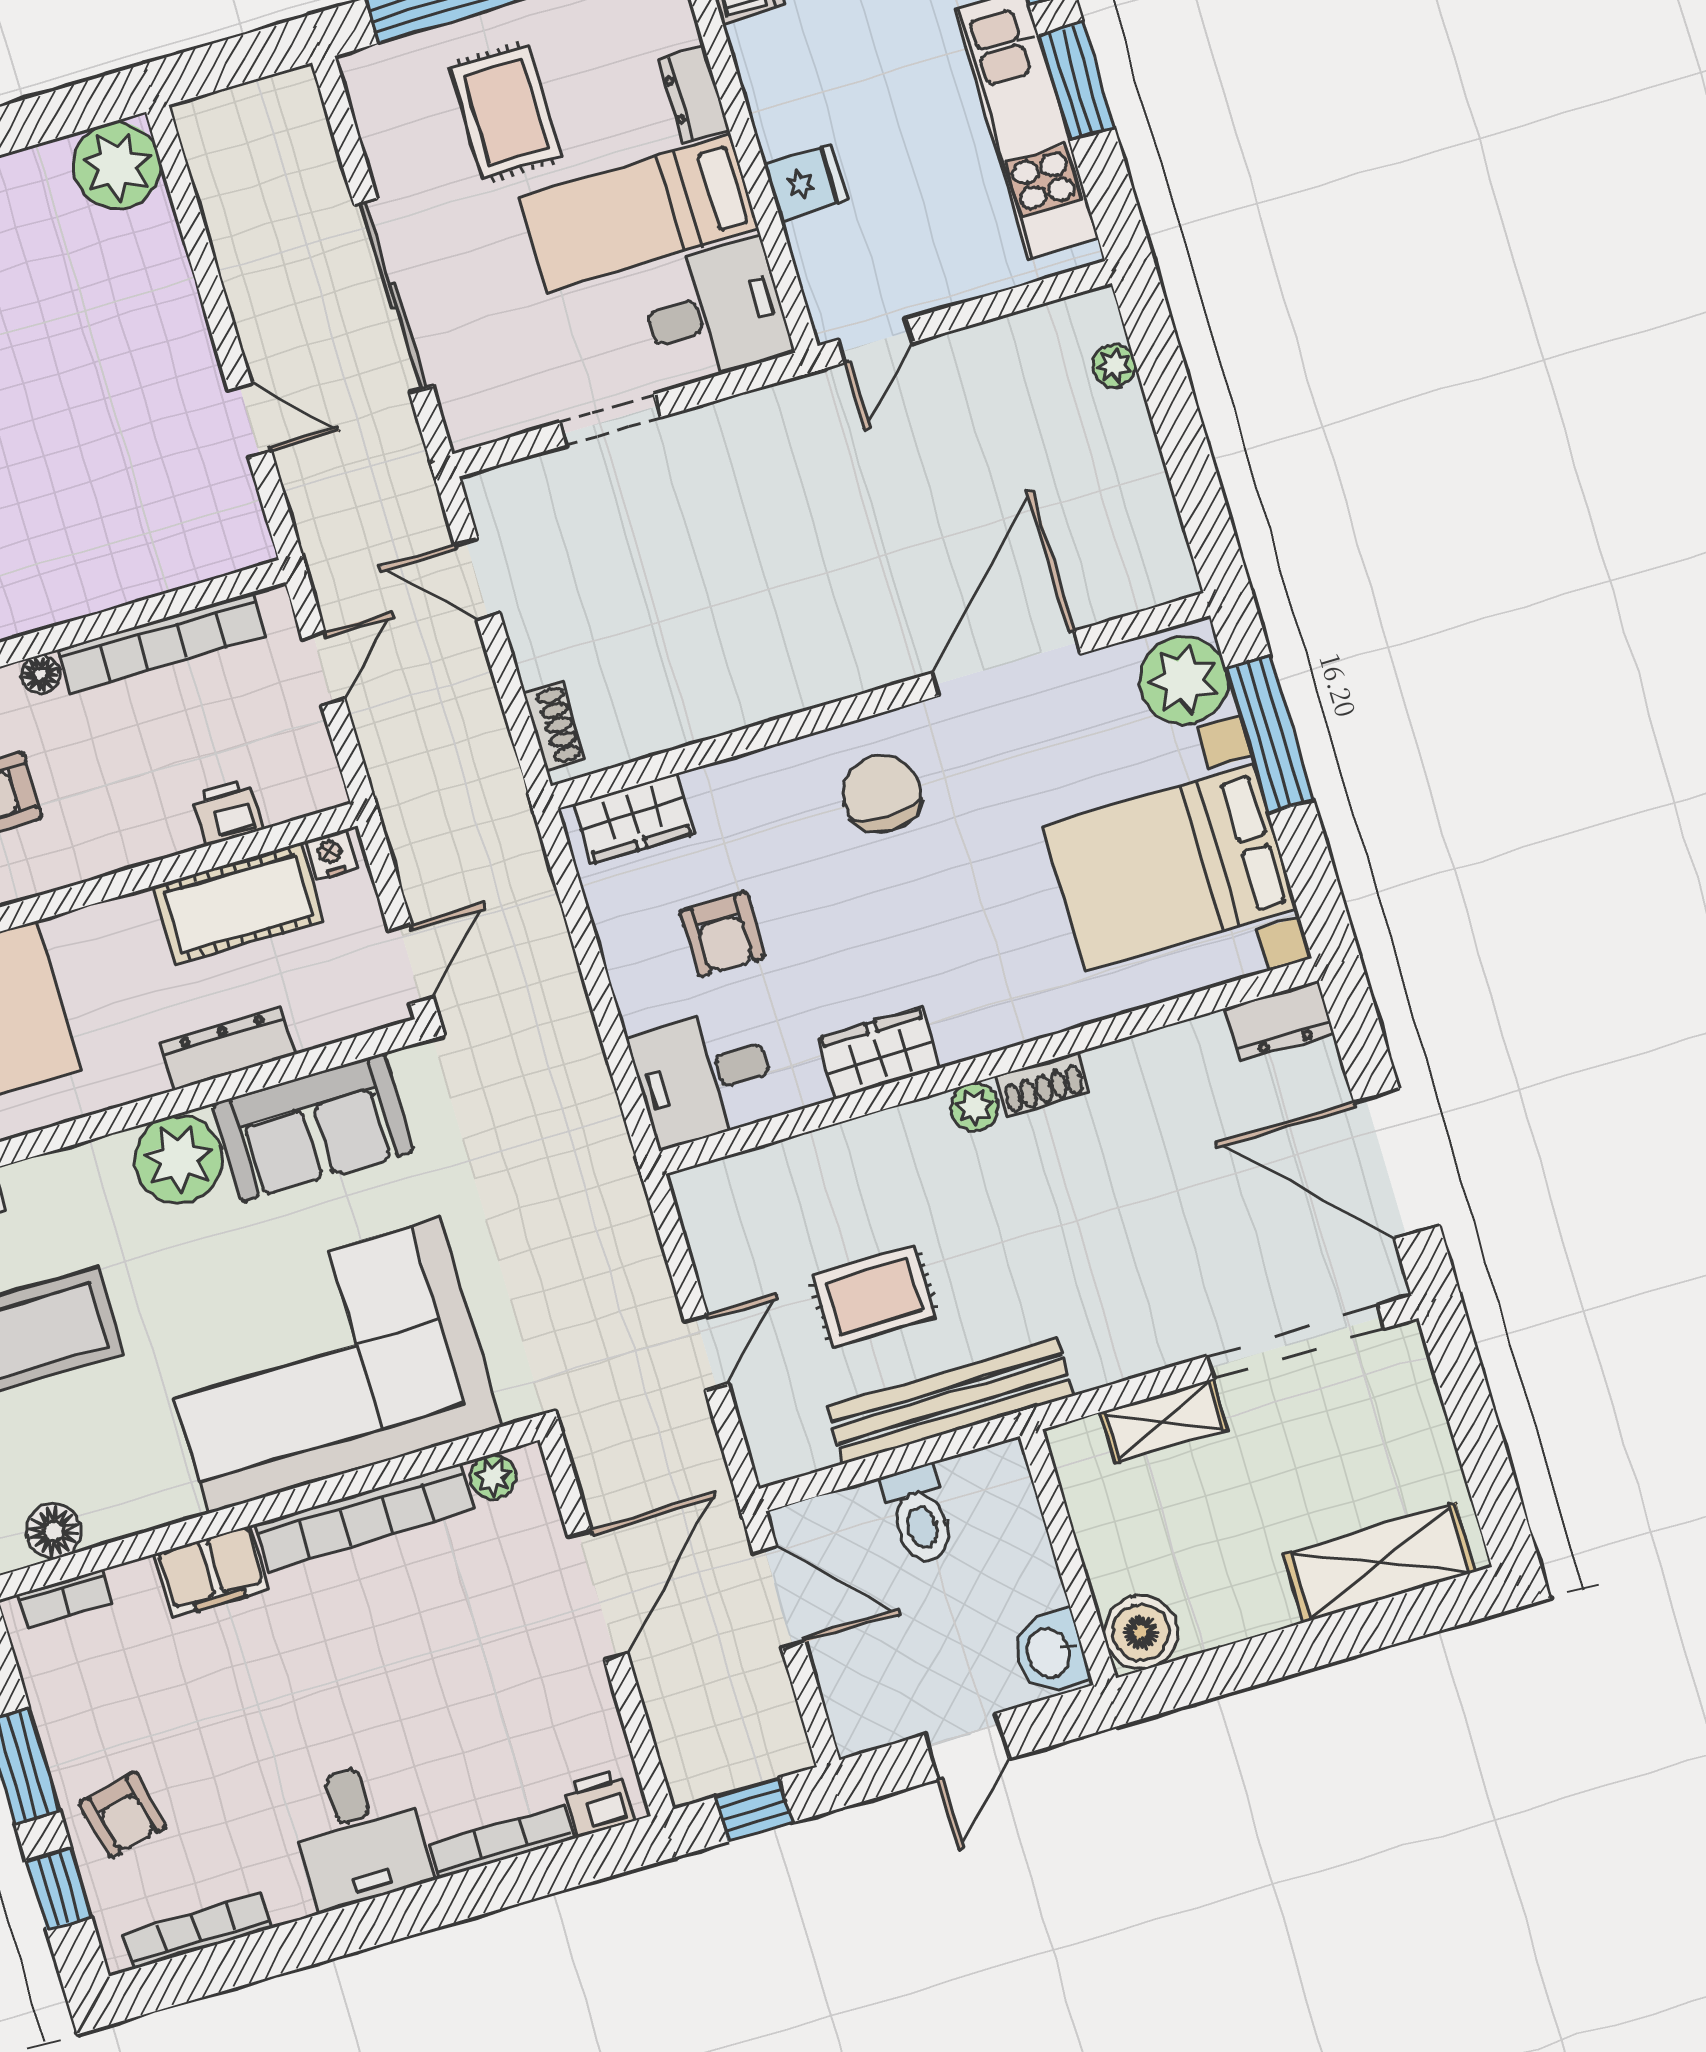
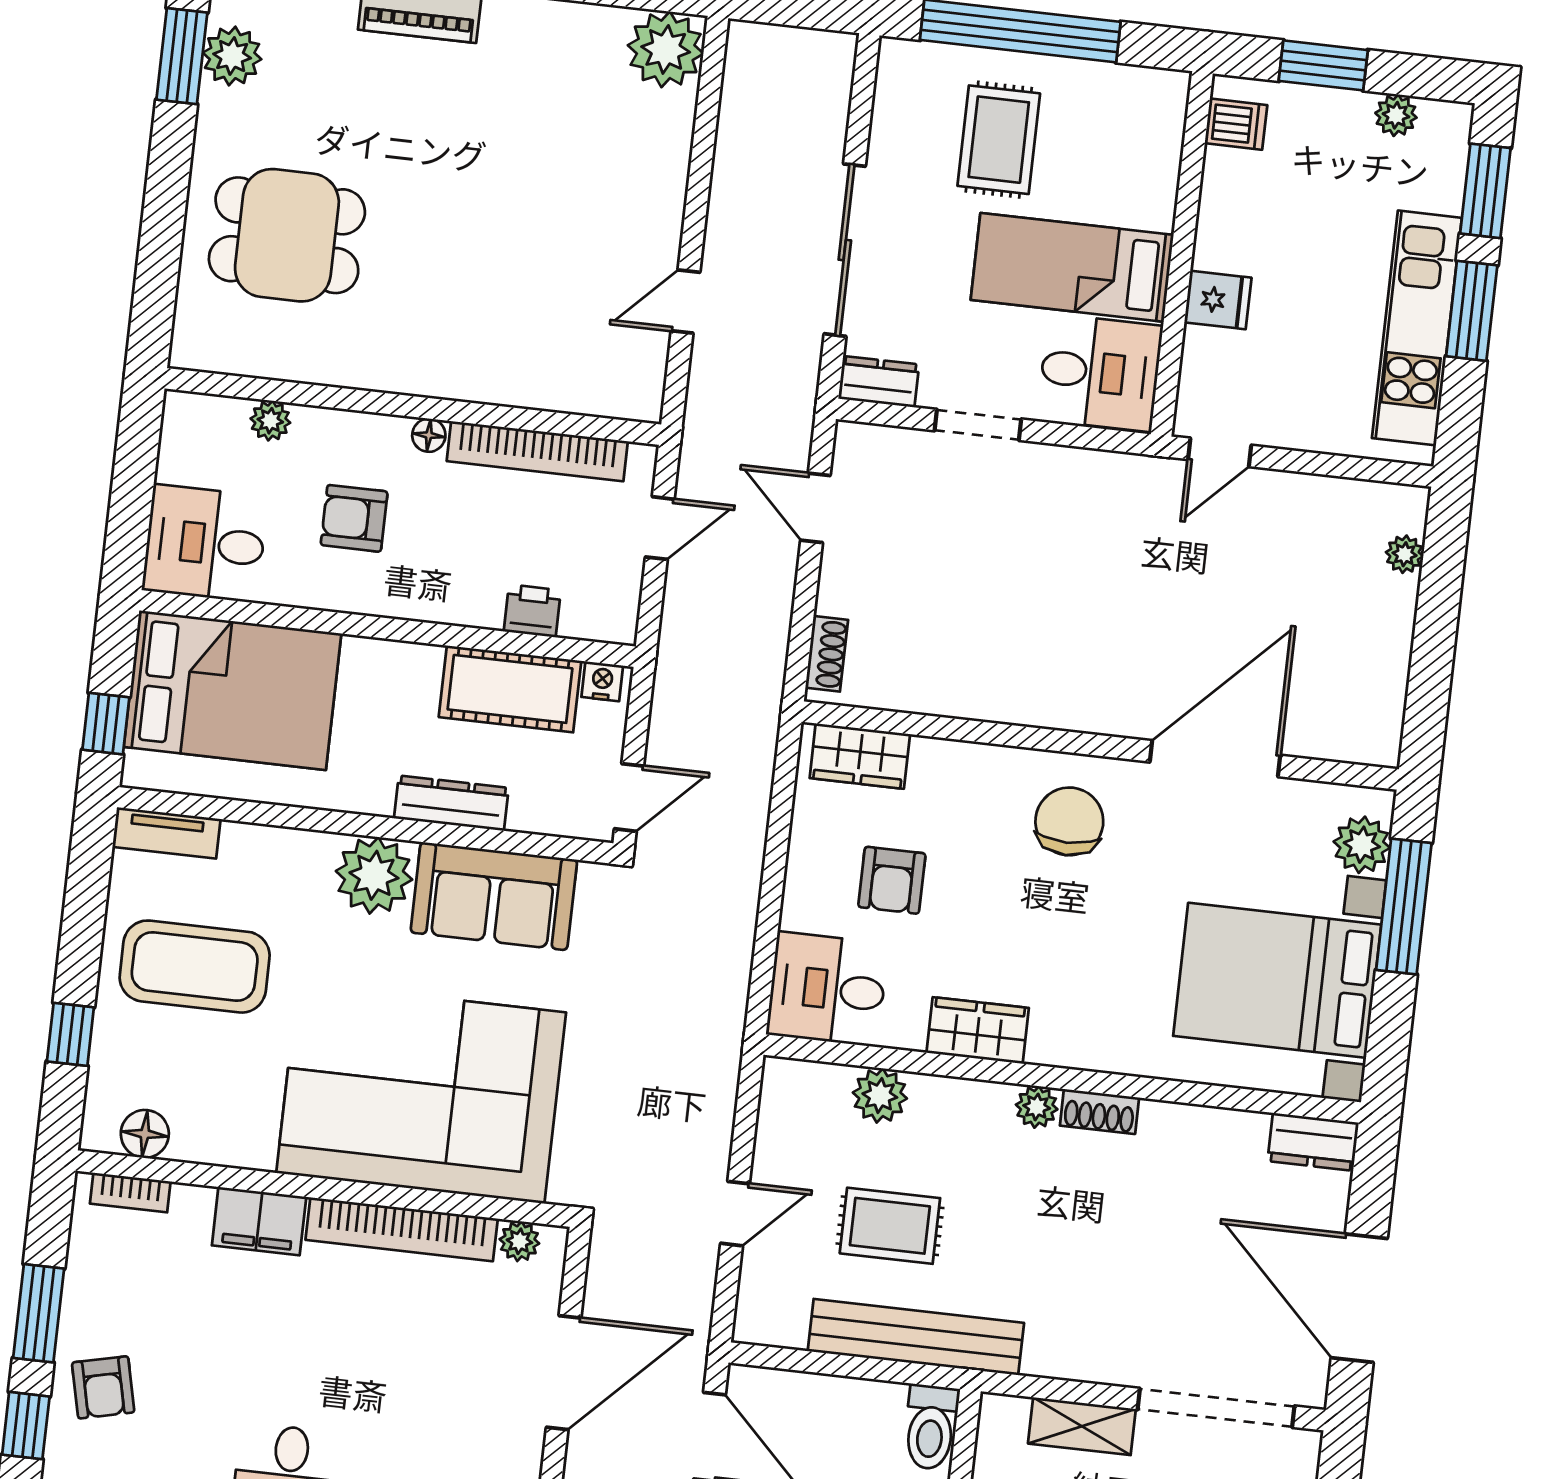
dresser: (694, 95) -> (879, 382), moved, turned 90
door: (250, 421) -> (686, 302), swing flipped
plant: (1184, 680) -> (1362, 845), width x0.73, depth x0.73
plant: (805, 1165) -> (880, 1096), added
toilet: (919, 1515) -> (931, 1427), moved

